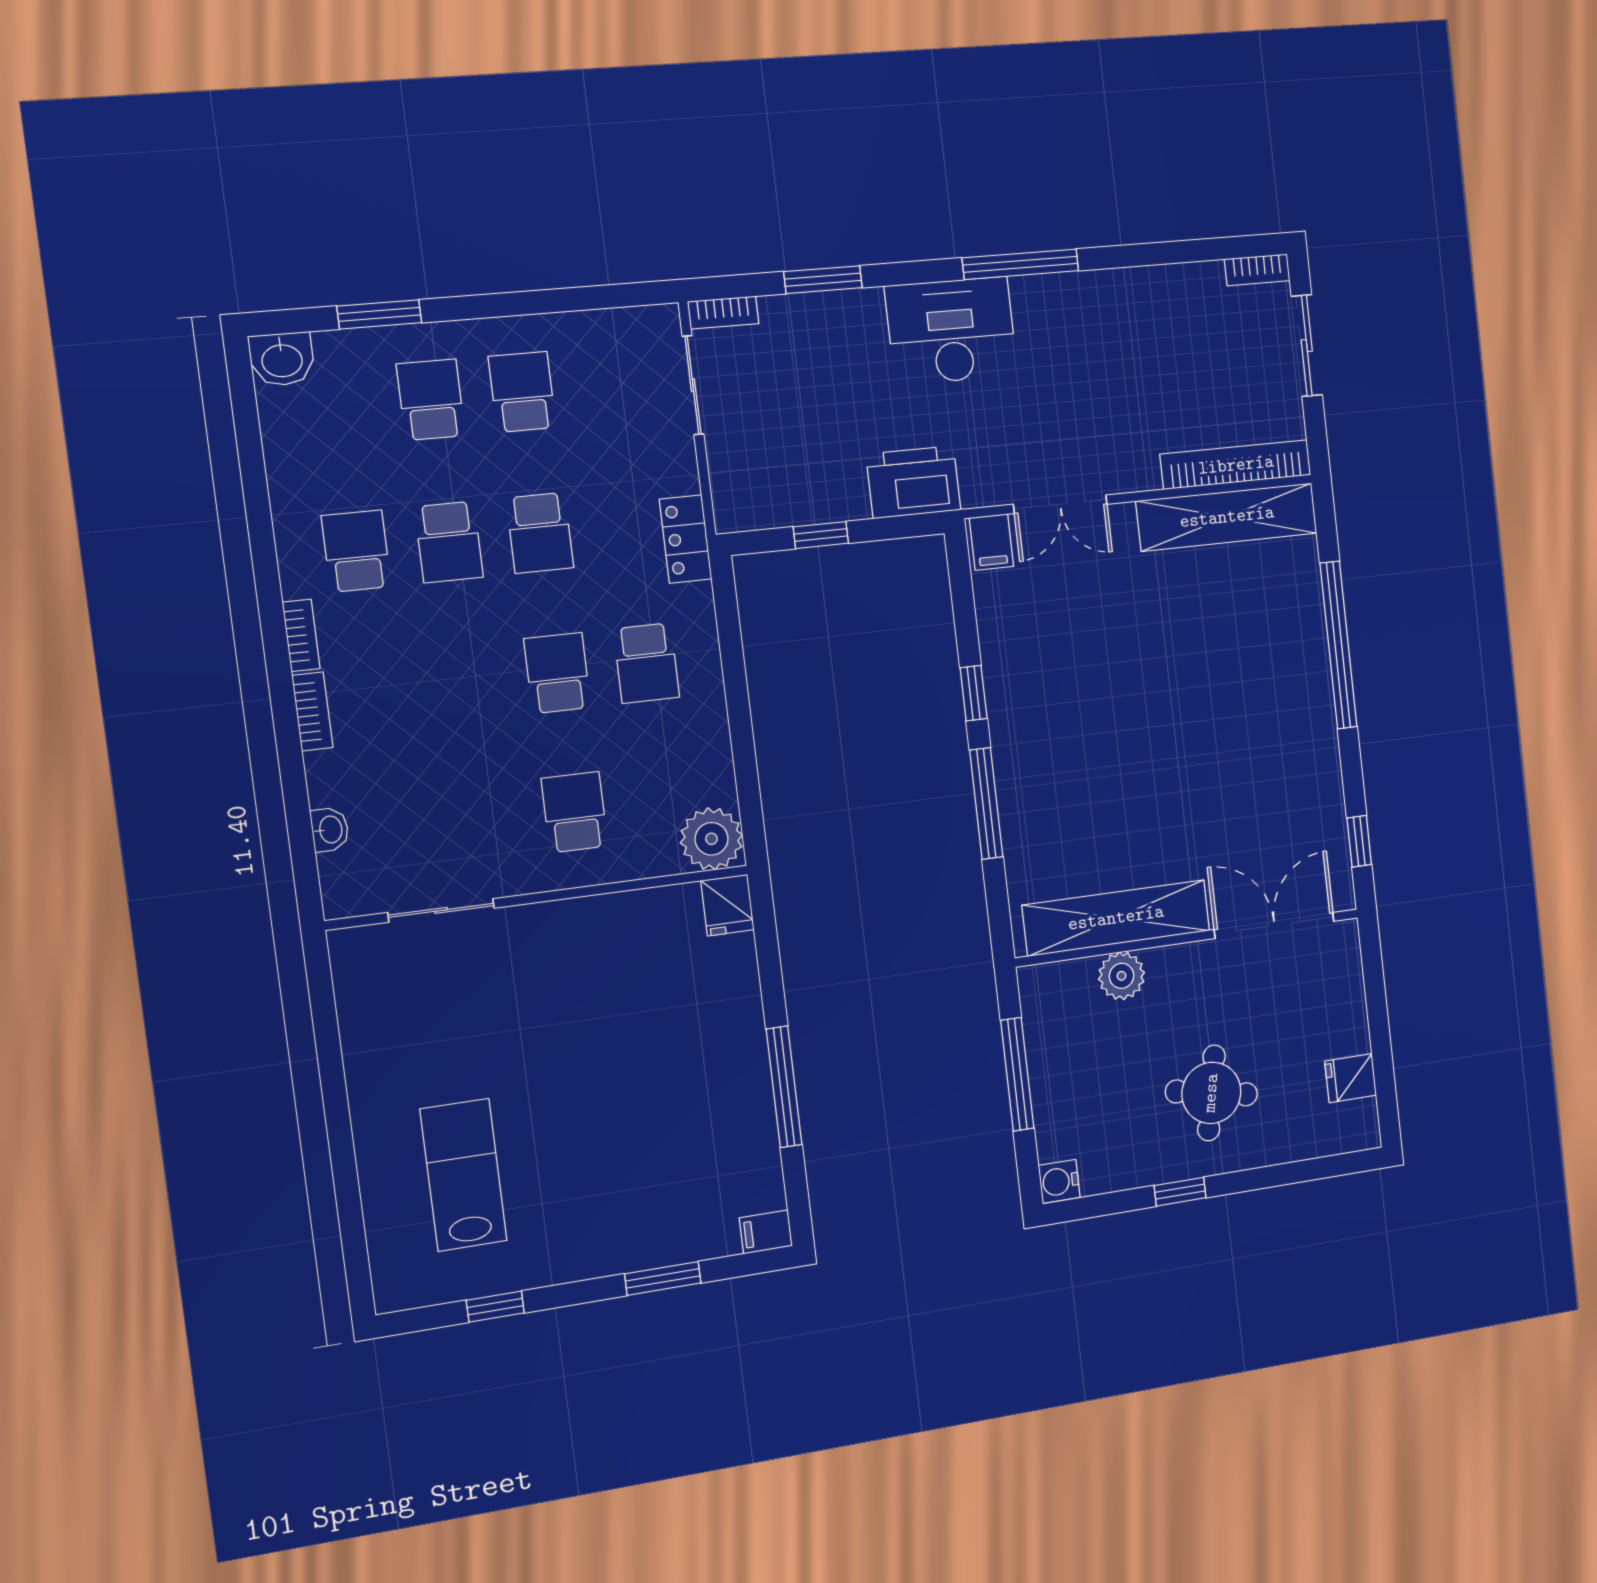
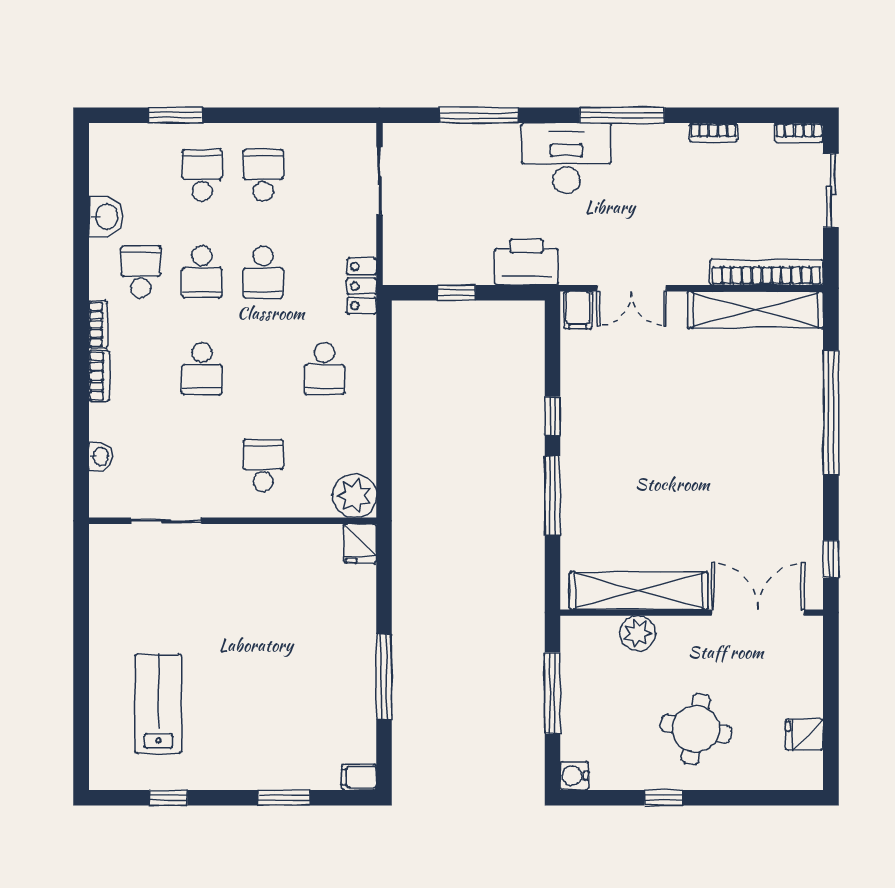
window: (823, 280) -> (479, 115), width x1.44
bookcase: (723, 313) -> (713, 132), moved
washbasin: (282, 359) -> (106, 217), moved, turned -90
school desk: (557, 673) -> (202, 369), moved, turned 180

